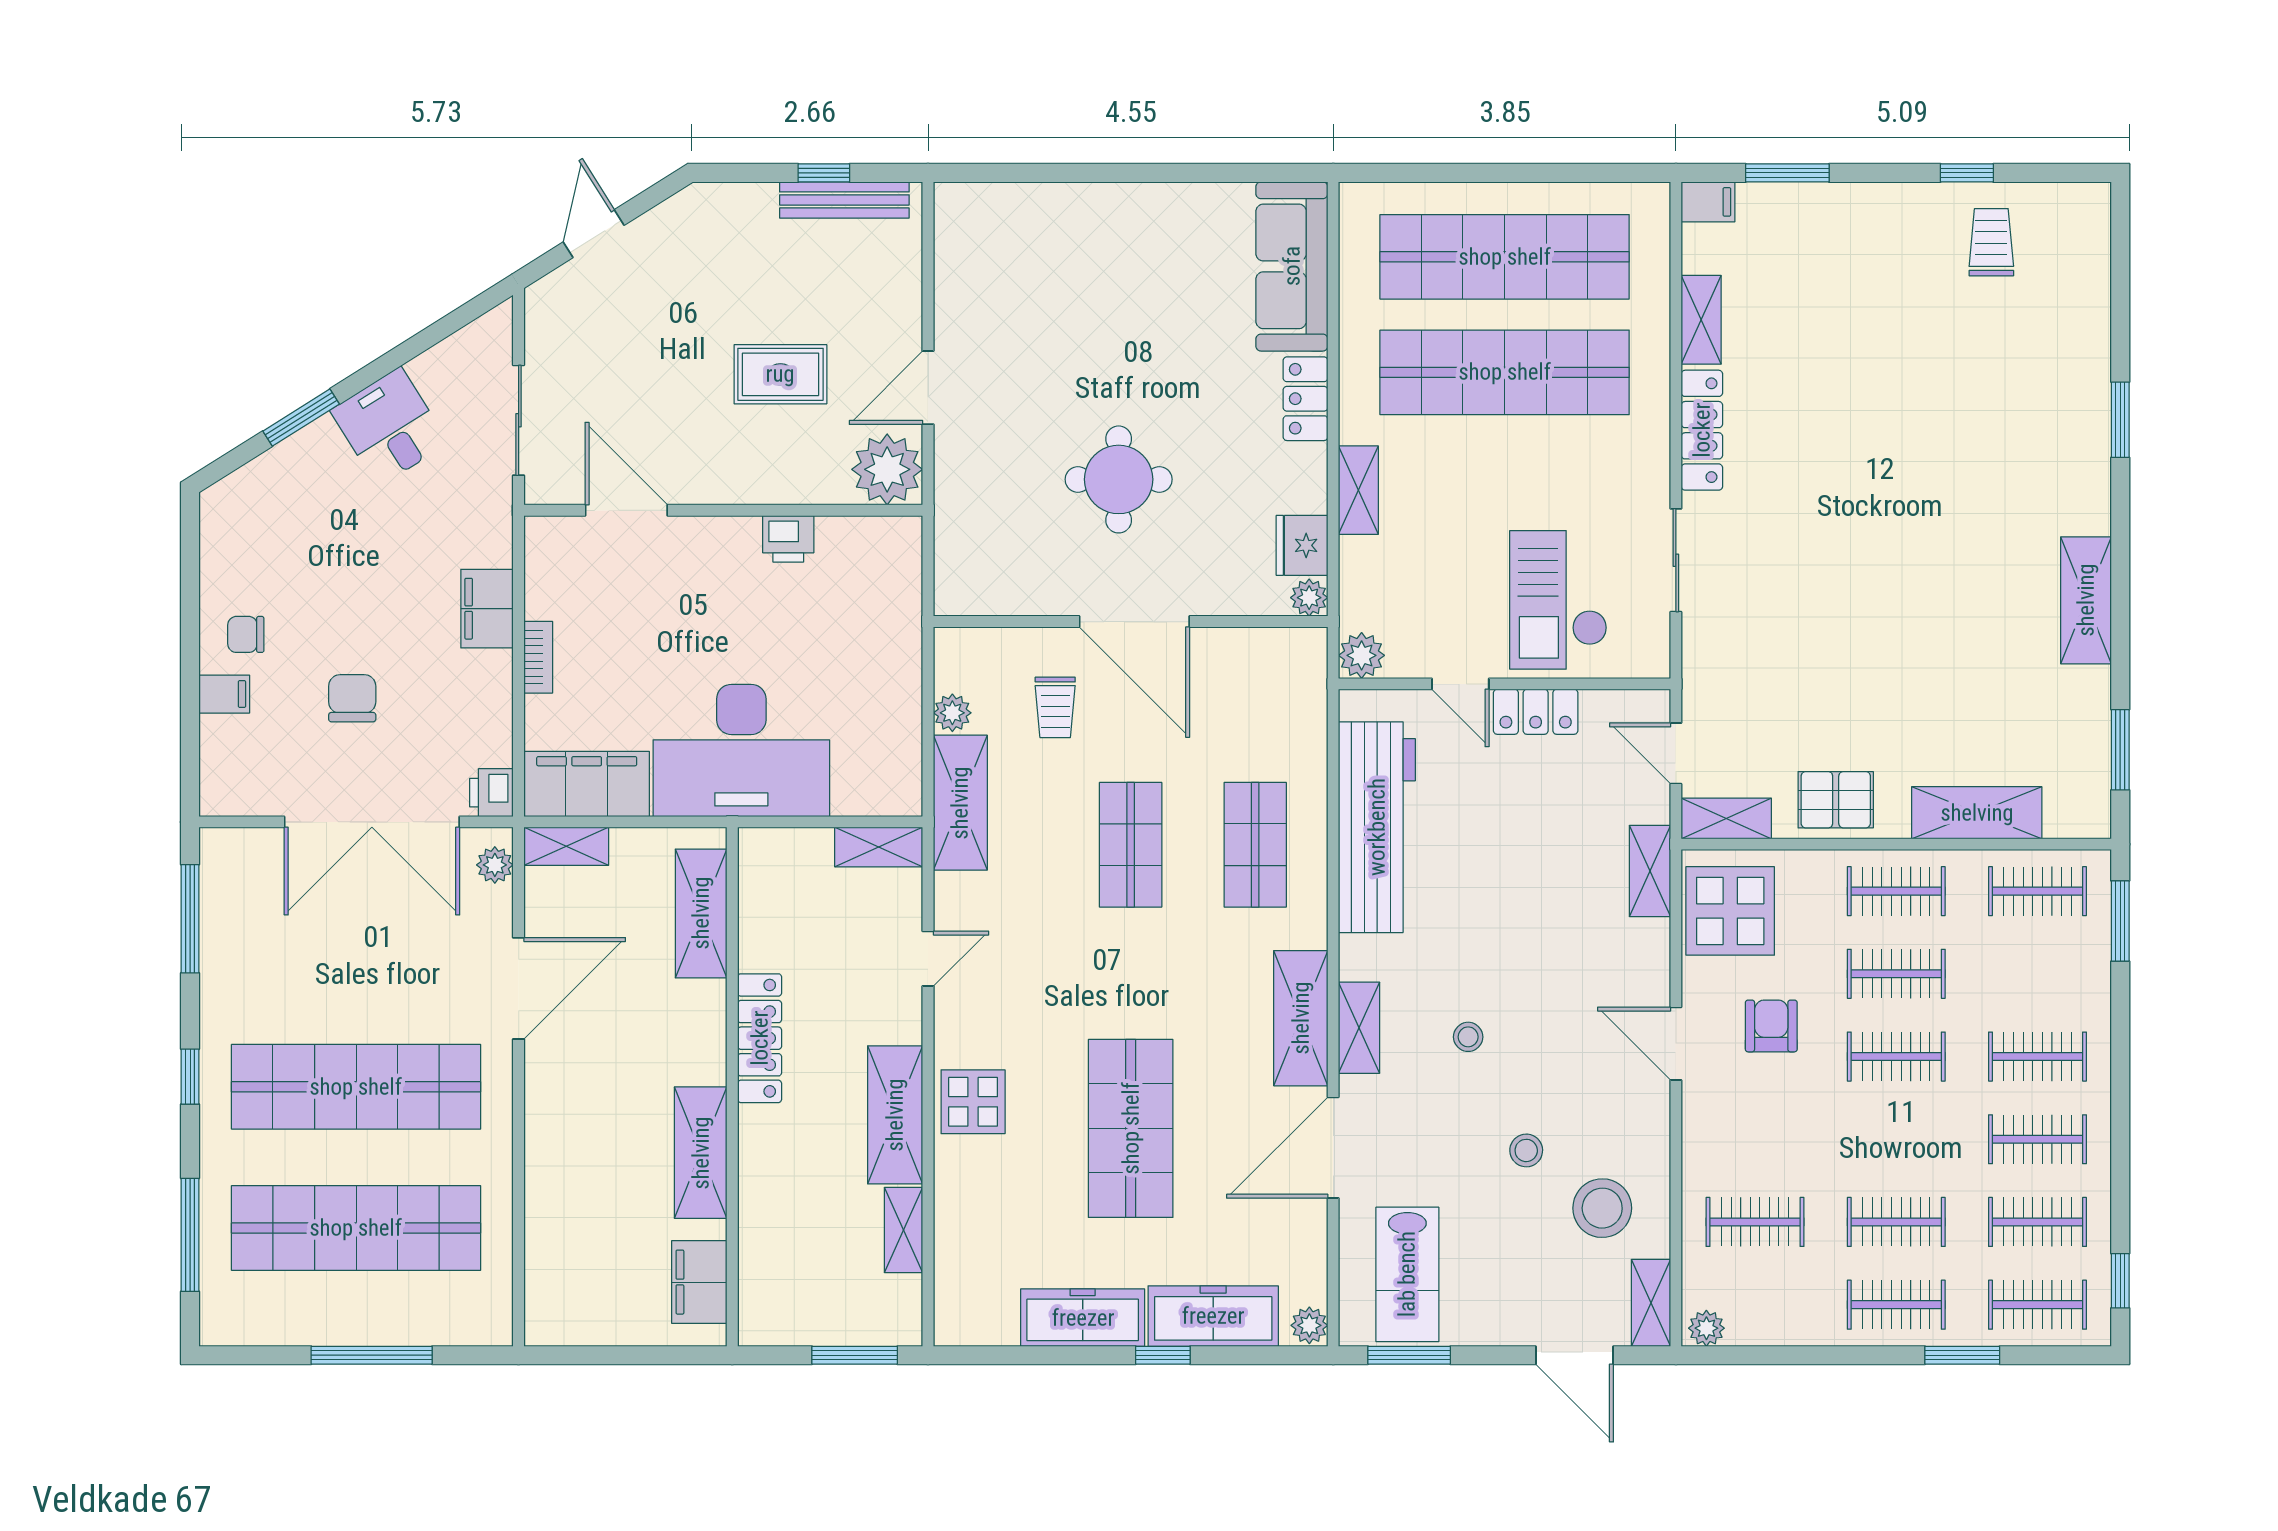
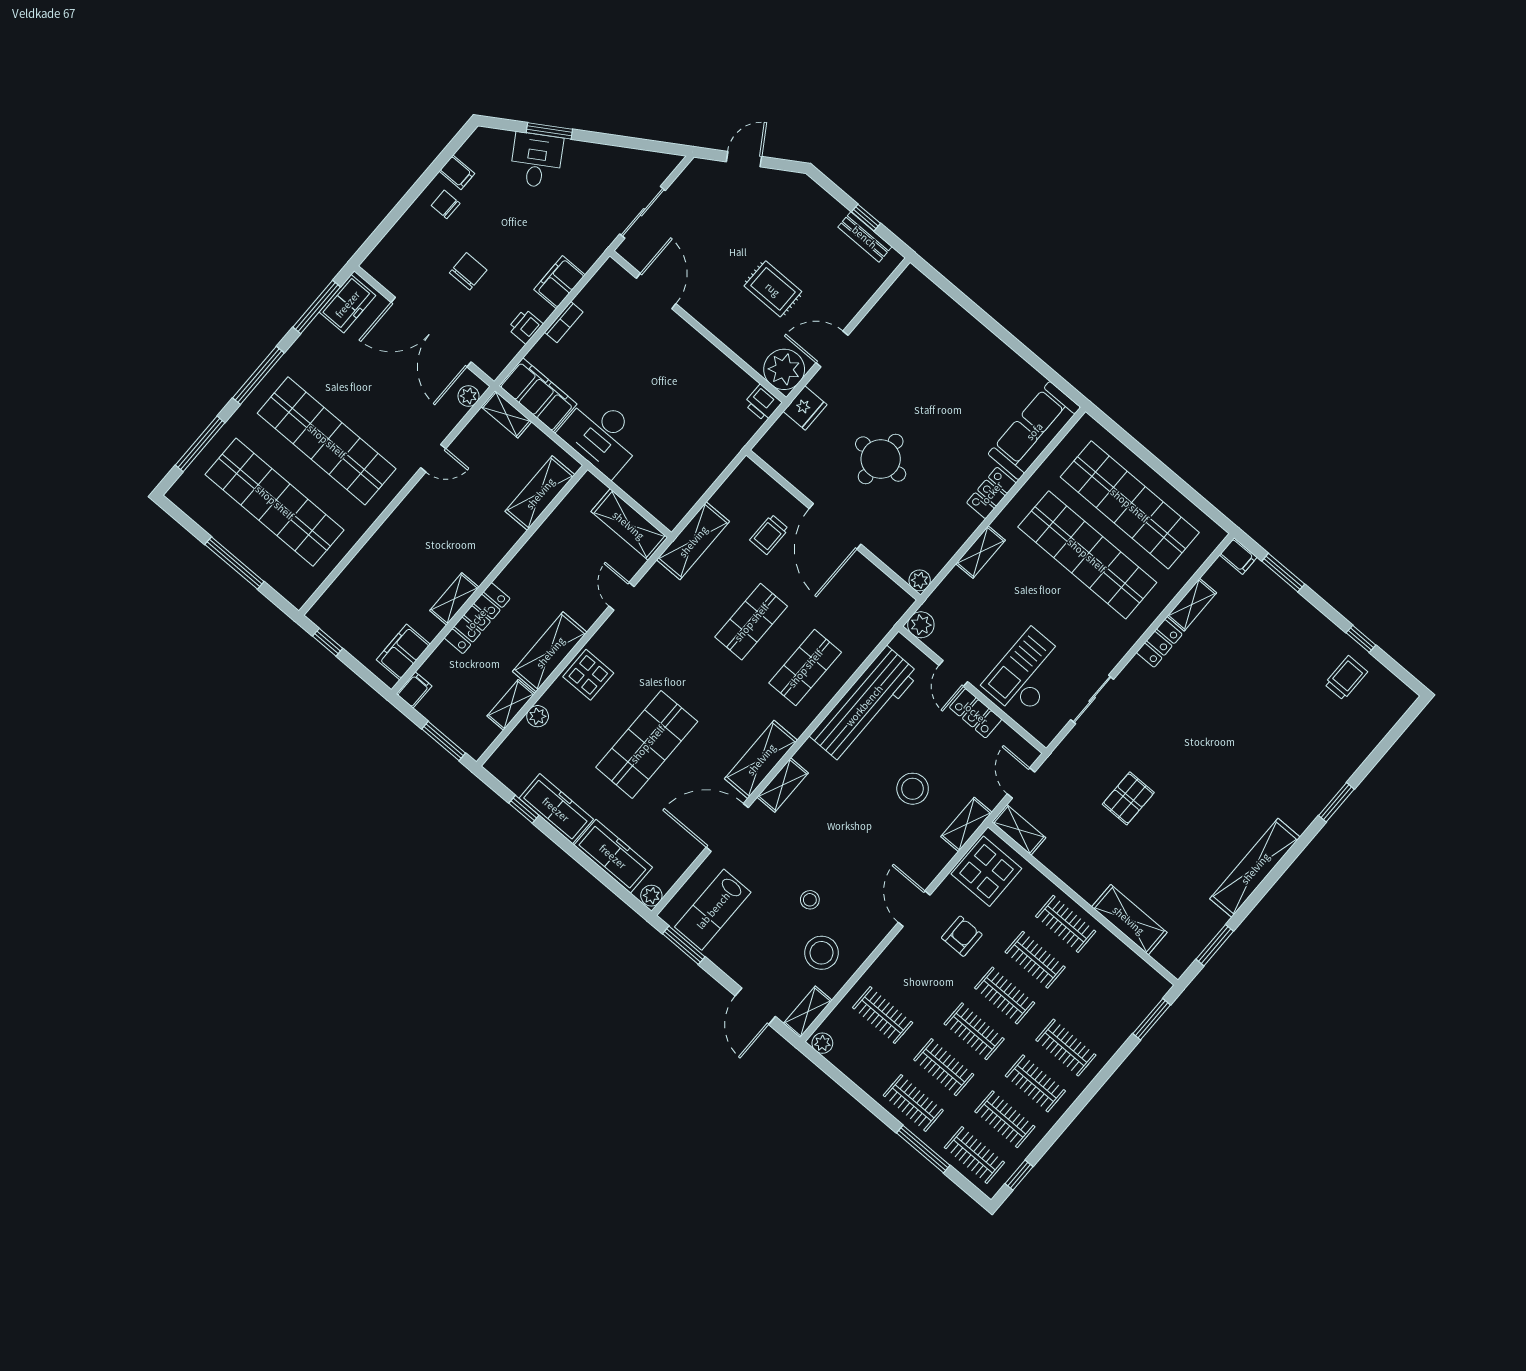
bench: (844, 200) -> (865, 237), width x0.73
desk: (389, 427) -> (536, 160), moved
locker: (1702, 430) -> (1159, 643), width x0.66
printer: (788, 539) -> (763, 403), moved
fridge: (1302, 545) -> (805, 408), moved, turned 180
shelving: (2086, 600) -> (1255, 868), width x1.47
filing cabinet: (224, 694) -> (457, 172), moved
plant: (952, 713) -> (538, 716), moved
desk: (741, 750) -> (602, 435), width x0.73, depth x0.77
printer: (491, 793) -> (525, 326), moved
pallet: (1836, 800) -> (1128, 798), moved, turned 90
shelving: (879, 847) -> (629, 525), width x1.50, depth x1.33
freezer: (227, 879) -> (347, 304), added
clothes rail: (2038, 891) -> (974, 1031), moved
door: (928, 959) -> (622, 596), swing flipped
door: (519, 988) -> (433, 458), width x0.53
stool: (1468, 1037) -> (913, 789), moved, width x1.89, depth x1.89
locker: (760, 1038) -> (477, 618), moved
window: (190, 1077) -> (258, 375), width x2.17
shelving: (701, 1153) -> (454, 599), width x0.67, depth x0.75
filing cabinet: (757, 1320) -> (414, 690), added
window: (587, 1355) -> (328, 642), added
window: (1163, 1355) -> (524, 809), moved
window: (1962, 1355) -> (923, 1149), width x1.44

